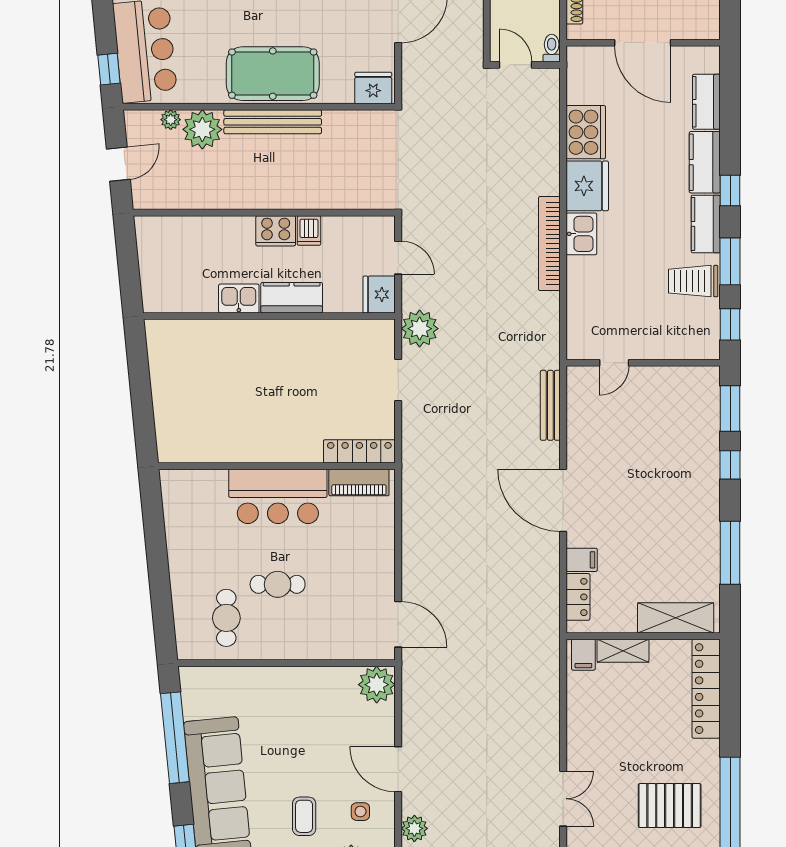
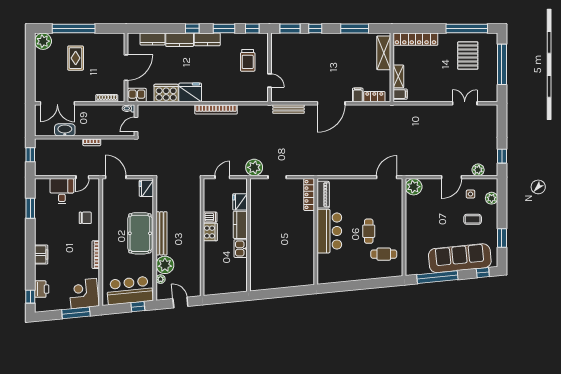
kitchen sink: (581, 234) -> (137, 95), moved
trolley: (693, 281) -> (248, 60), moved
fridge: (379, 294) -> (240, 202), moved, turned 90

